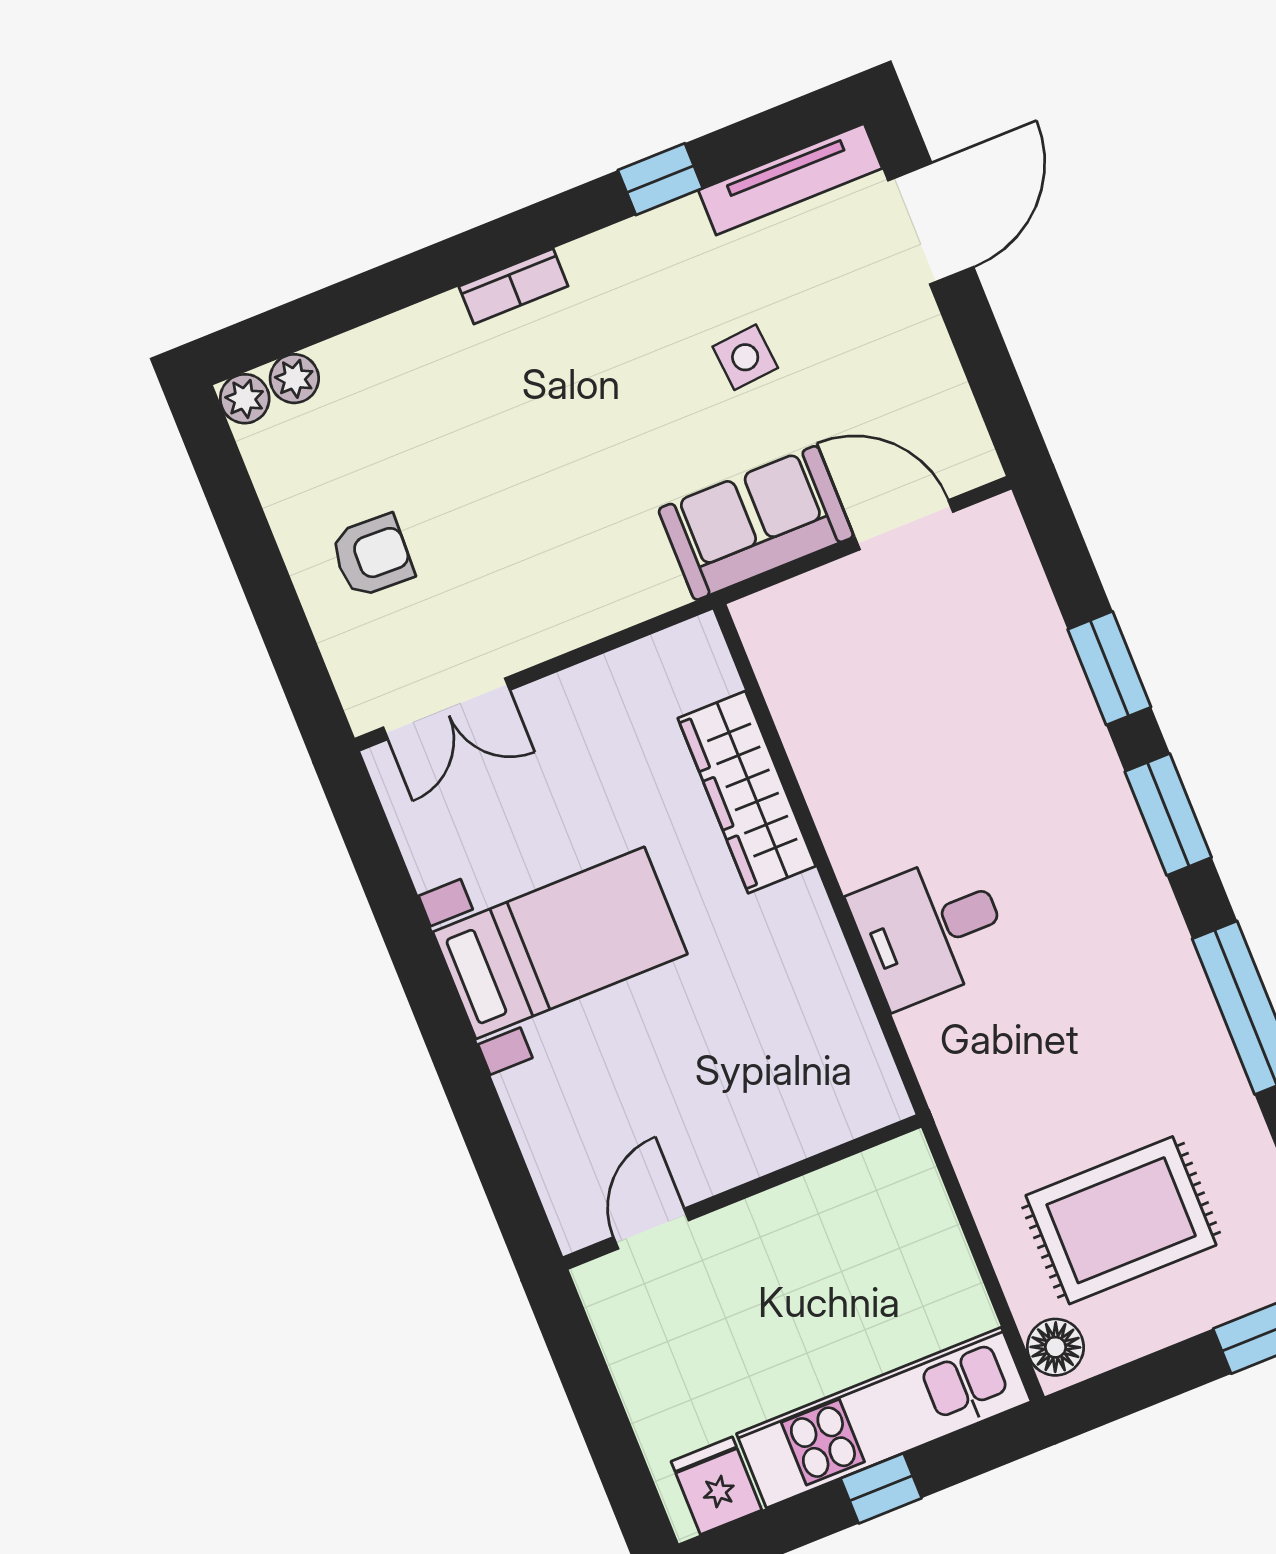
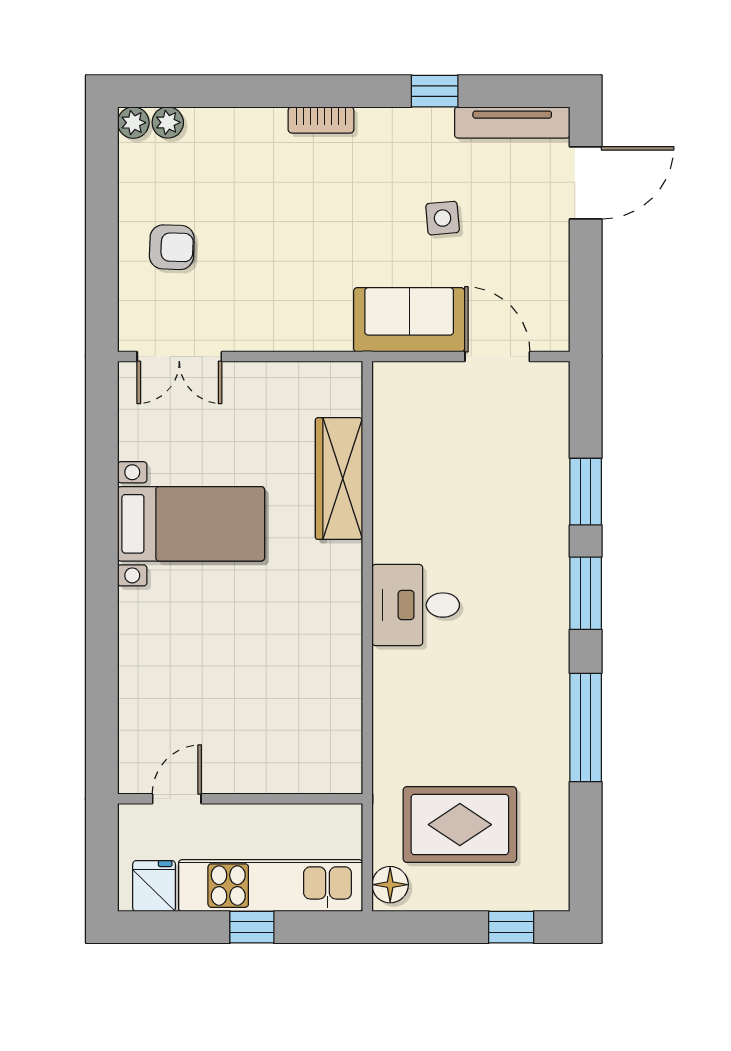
wall: (742, 1192) -> (240, 799), moved
door: (651, 1229) -> (177, 799), moved

